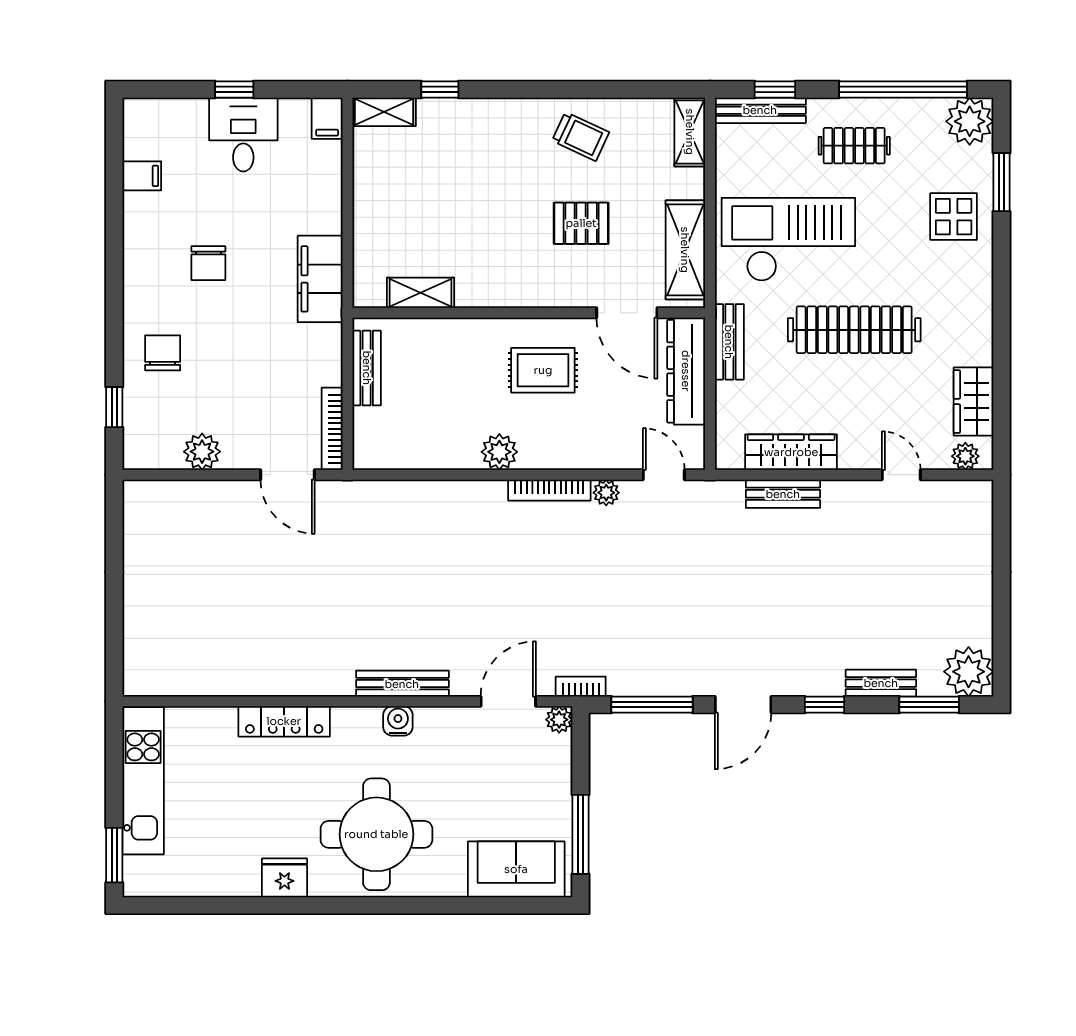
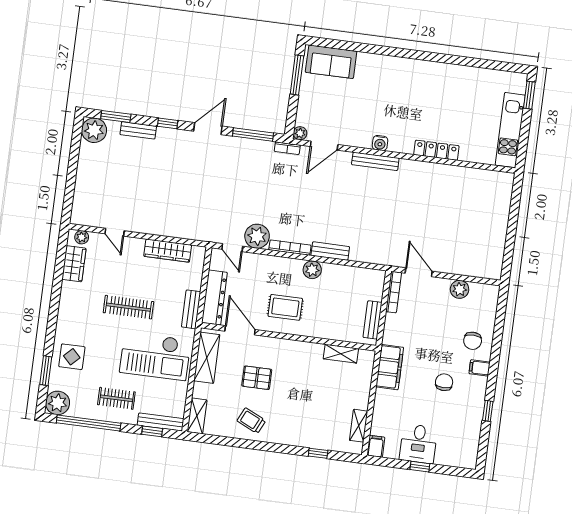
shelving: (384, 112) -> (359, 426), moved, turned 90
filing cabinet: (142, 176) -> (480, 368), moved
clothes rail: (854, 330) -> (128, 307), width x0.73, depth x0.76
window: (114, 407) -> (488, 411), moved
plant: (606, 493) -> (257, 236), width x1.87, depth x1.87
bench: (783, 494) -> (330, 251), moved
round table: (376, 834) -> (398, 88), removed
fridge: (284, 878) -> (446, 73), removed

